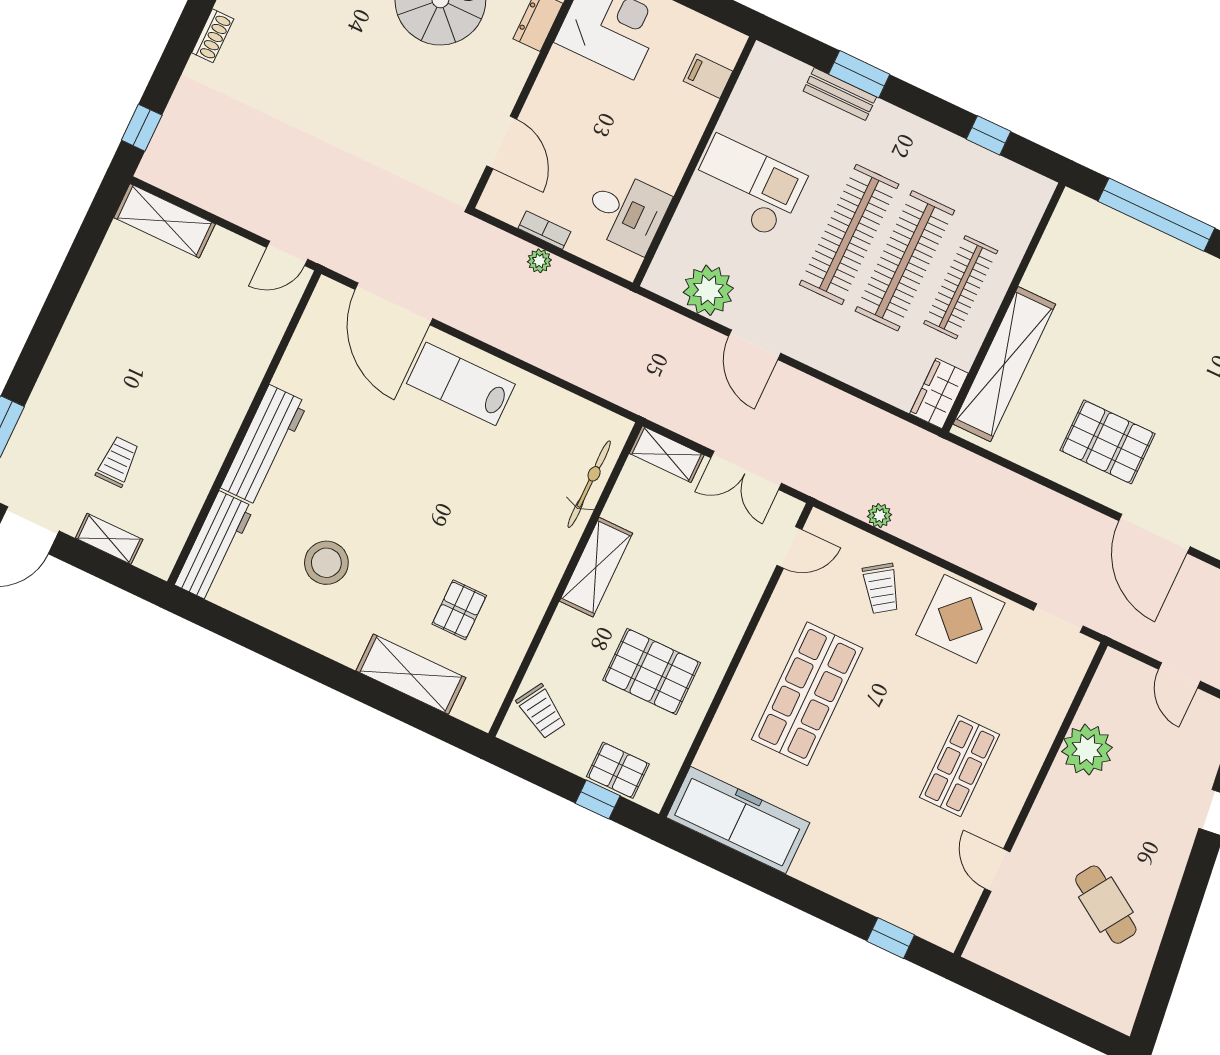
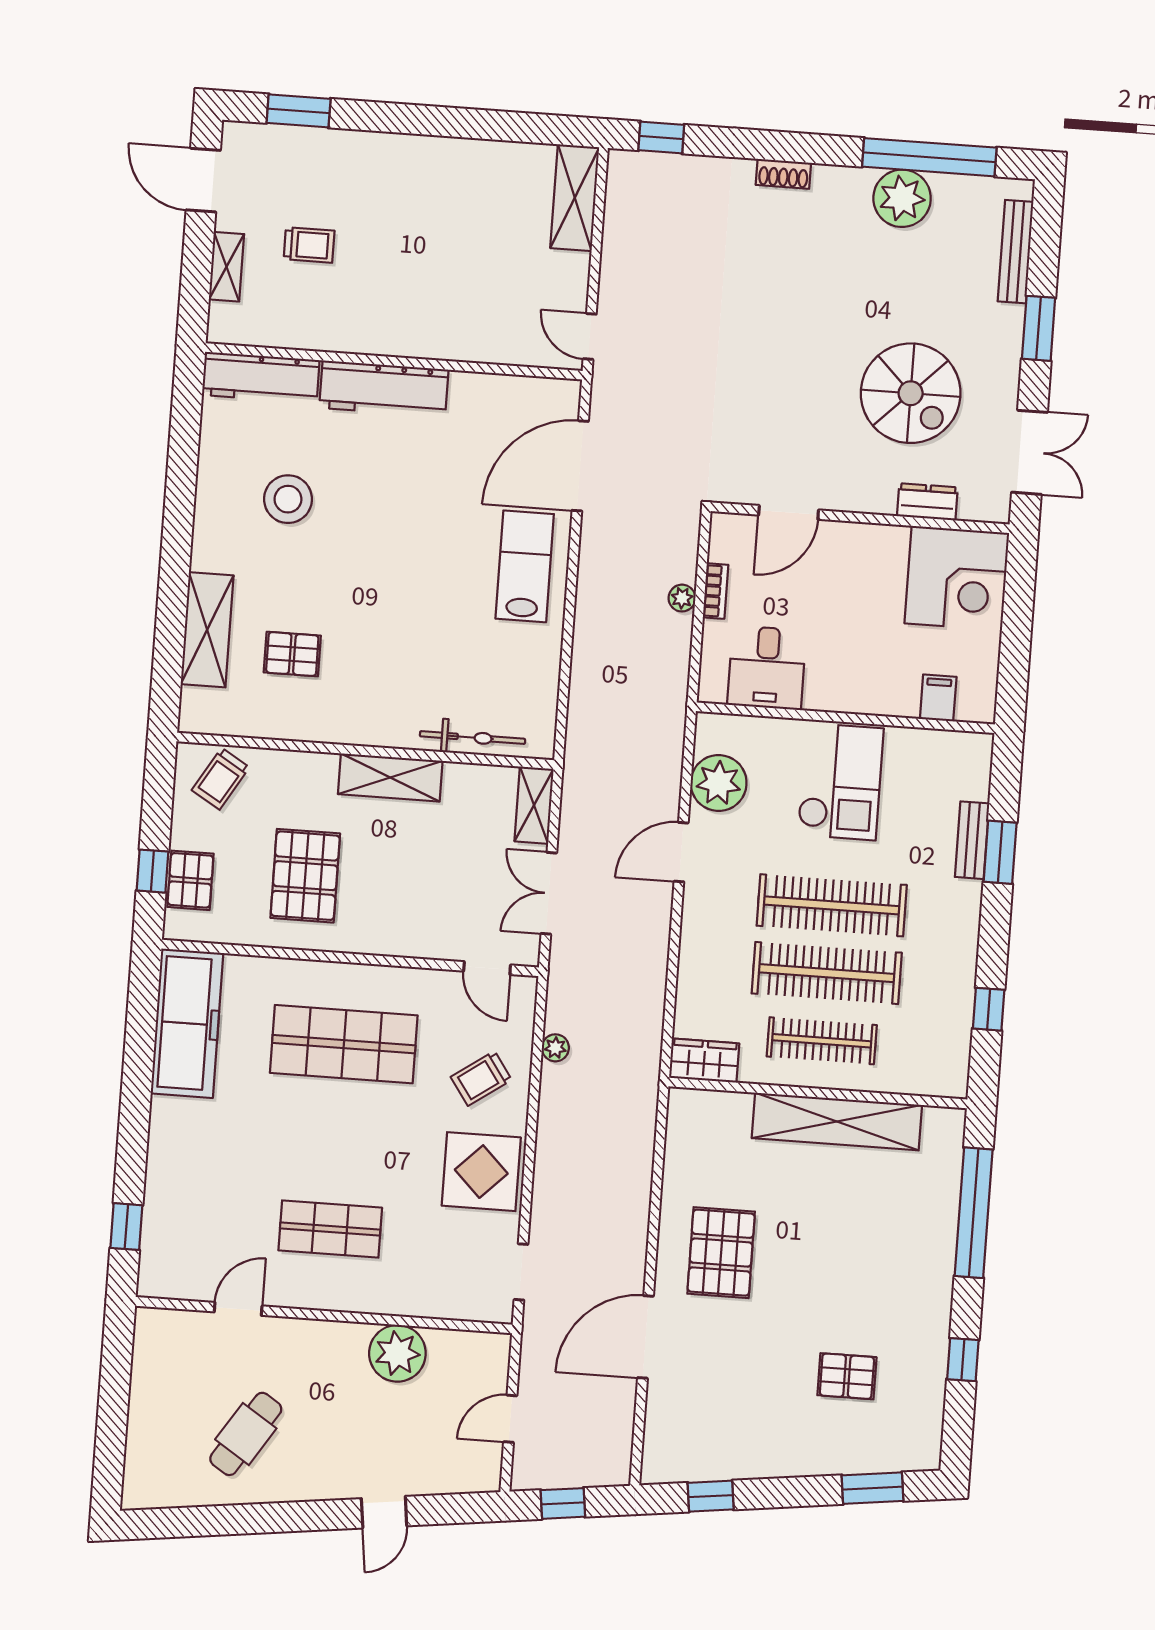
shelving: (1004, 364) -> (837, 1121), moved

